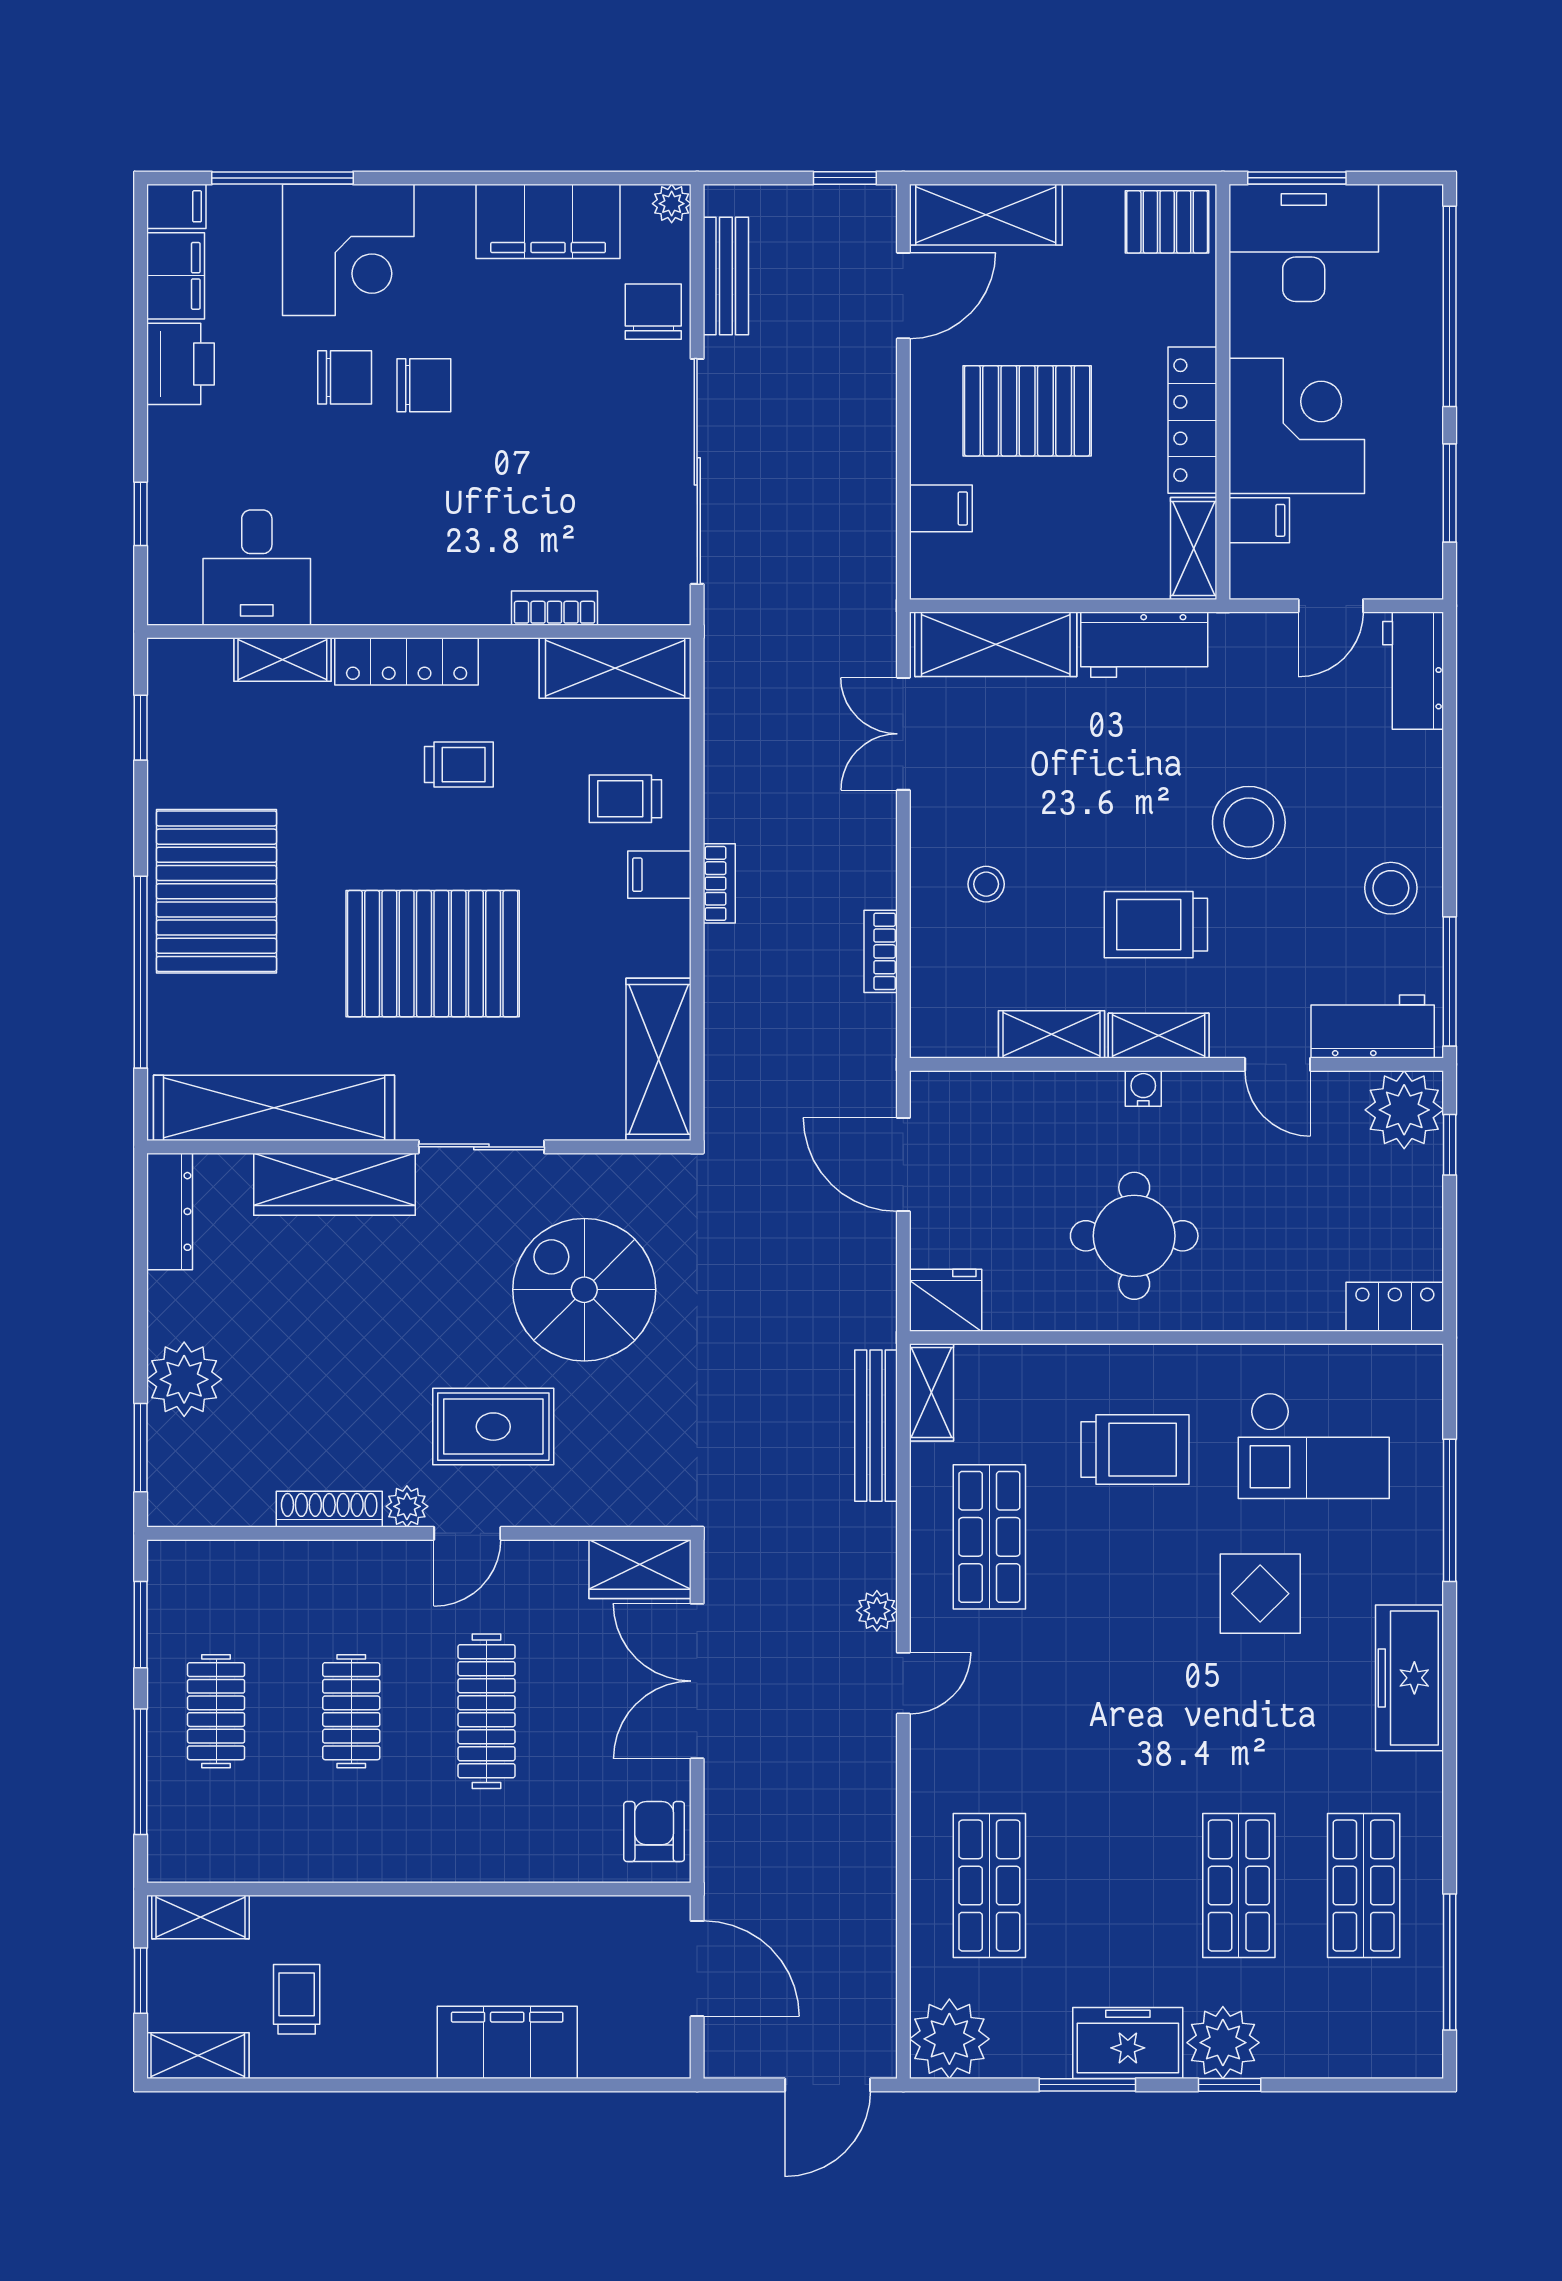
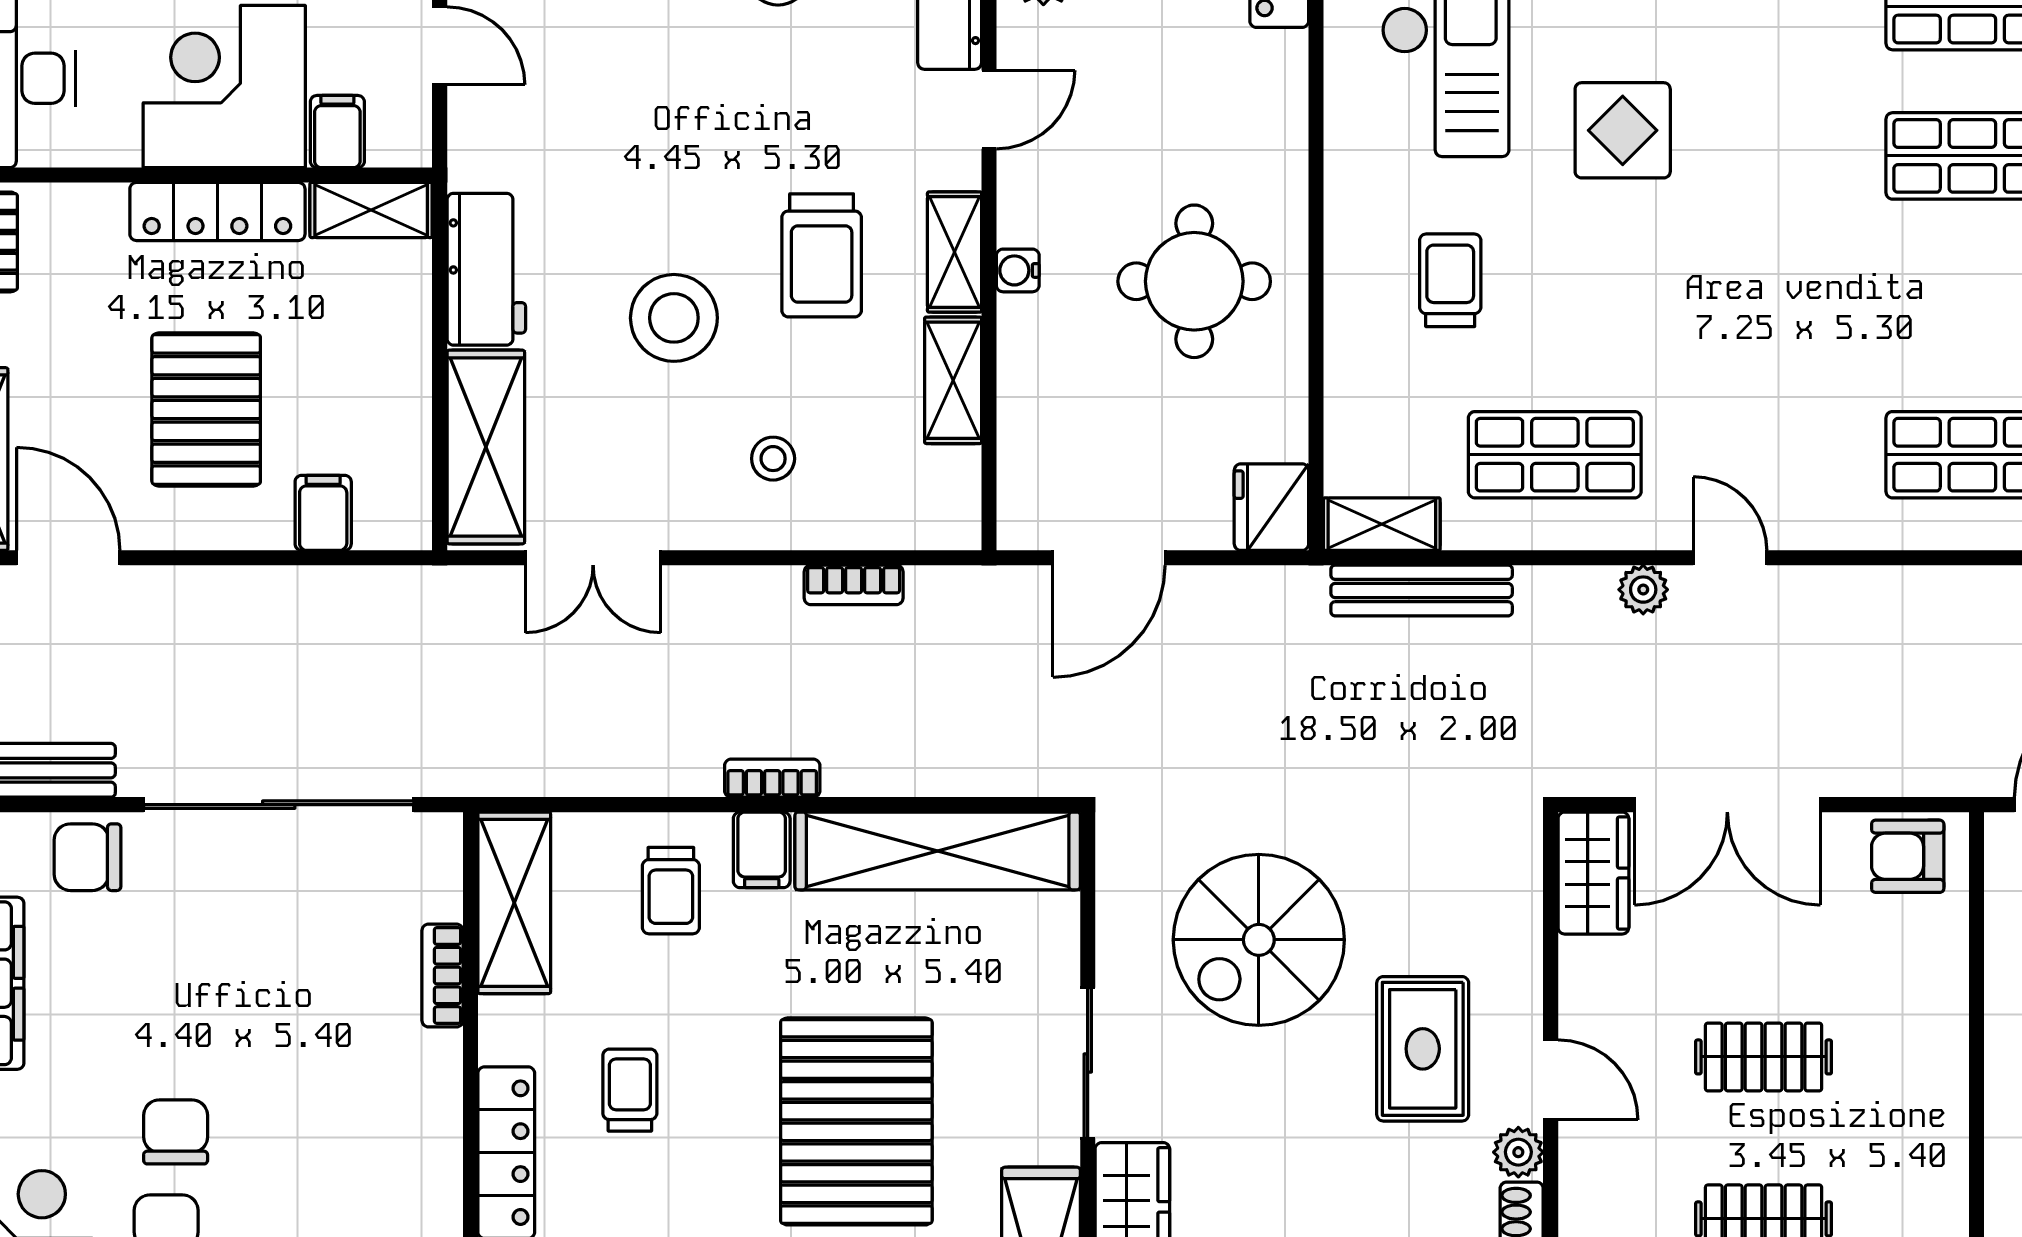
stool: (1249, 823) -> (674, 318), moved
shelving: (659, 1059) -> (938, 851), width x1.47
trolley: (1135, 1450) -> (1450, 280), width x0.73, depth x0.72
clothes rail: (486, 1711) -> (1764, 1057), width x0.73

